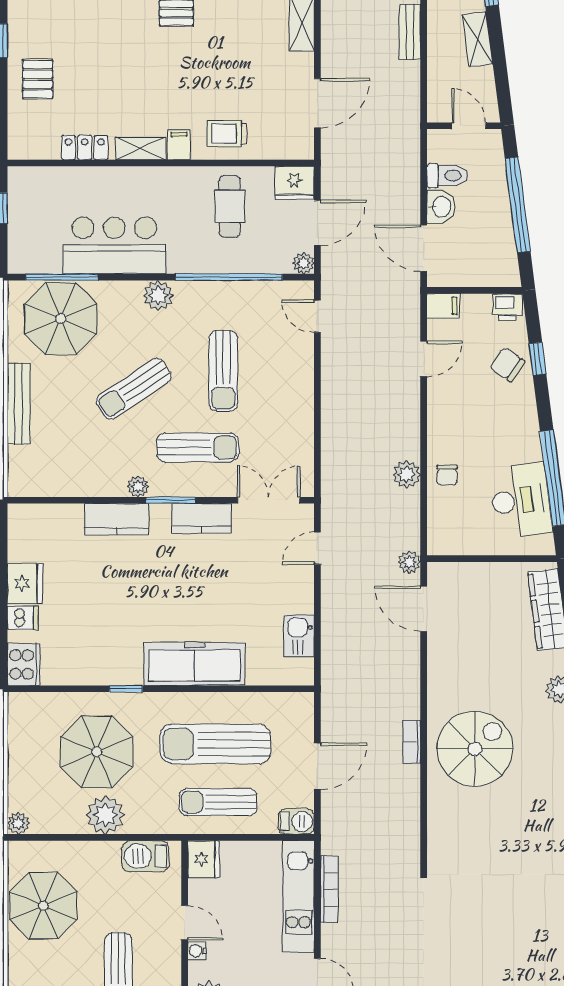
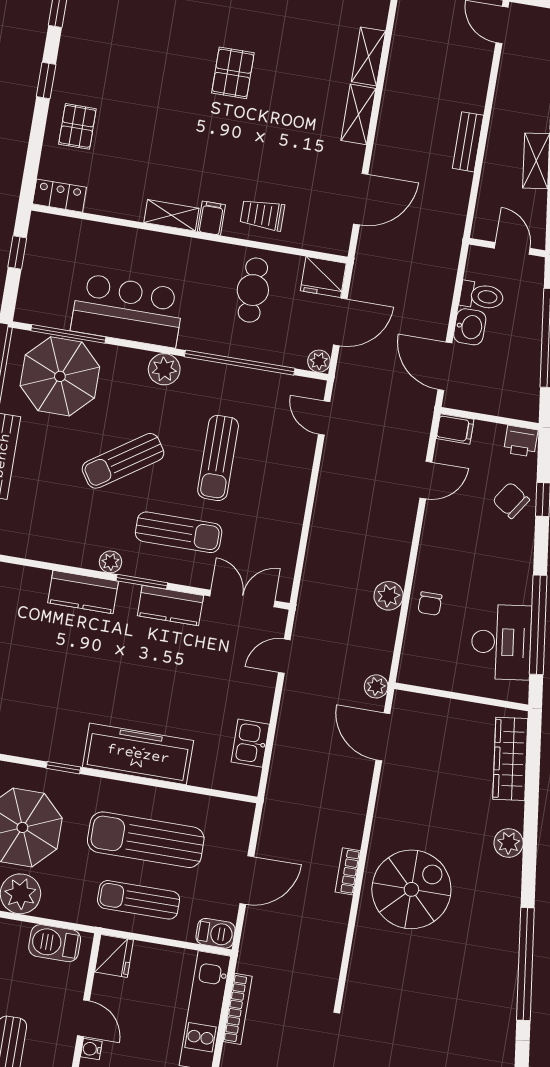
locker: (85, 148) -> (59, 196), moved

